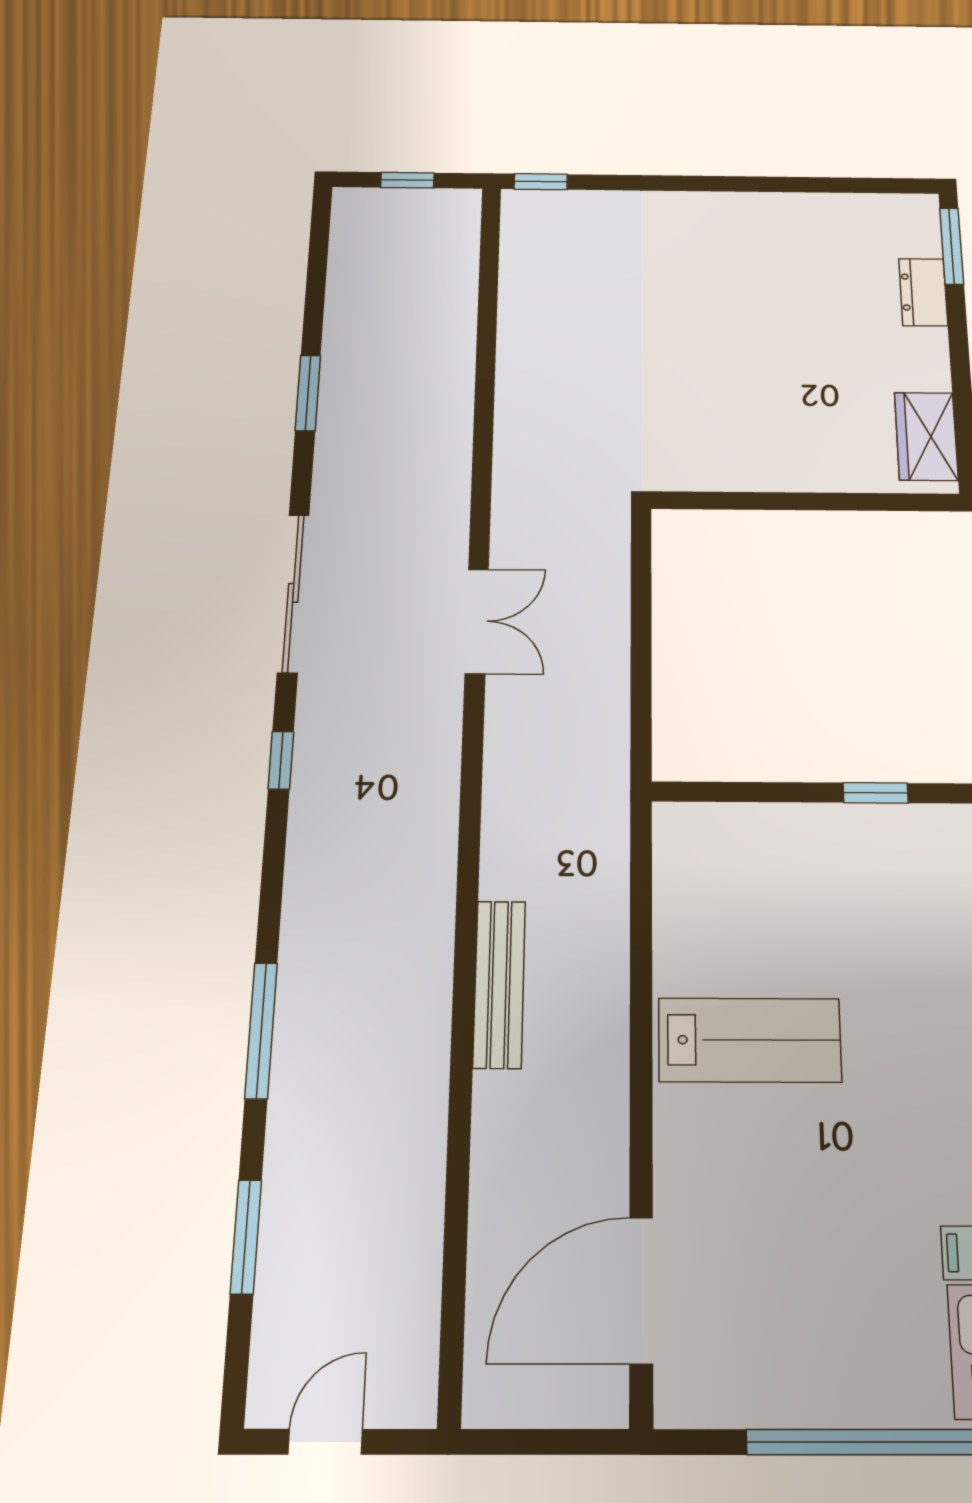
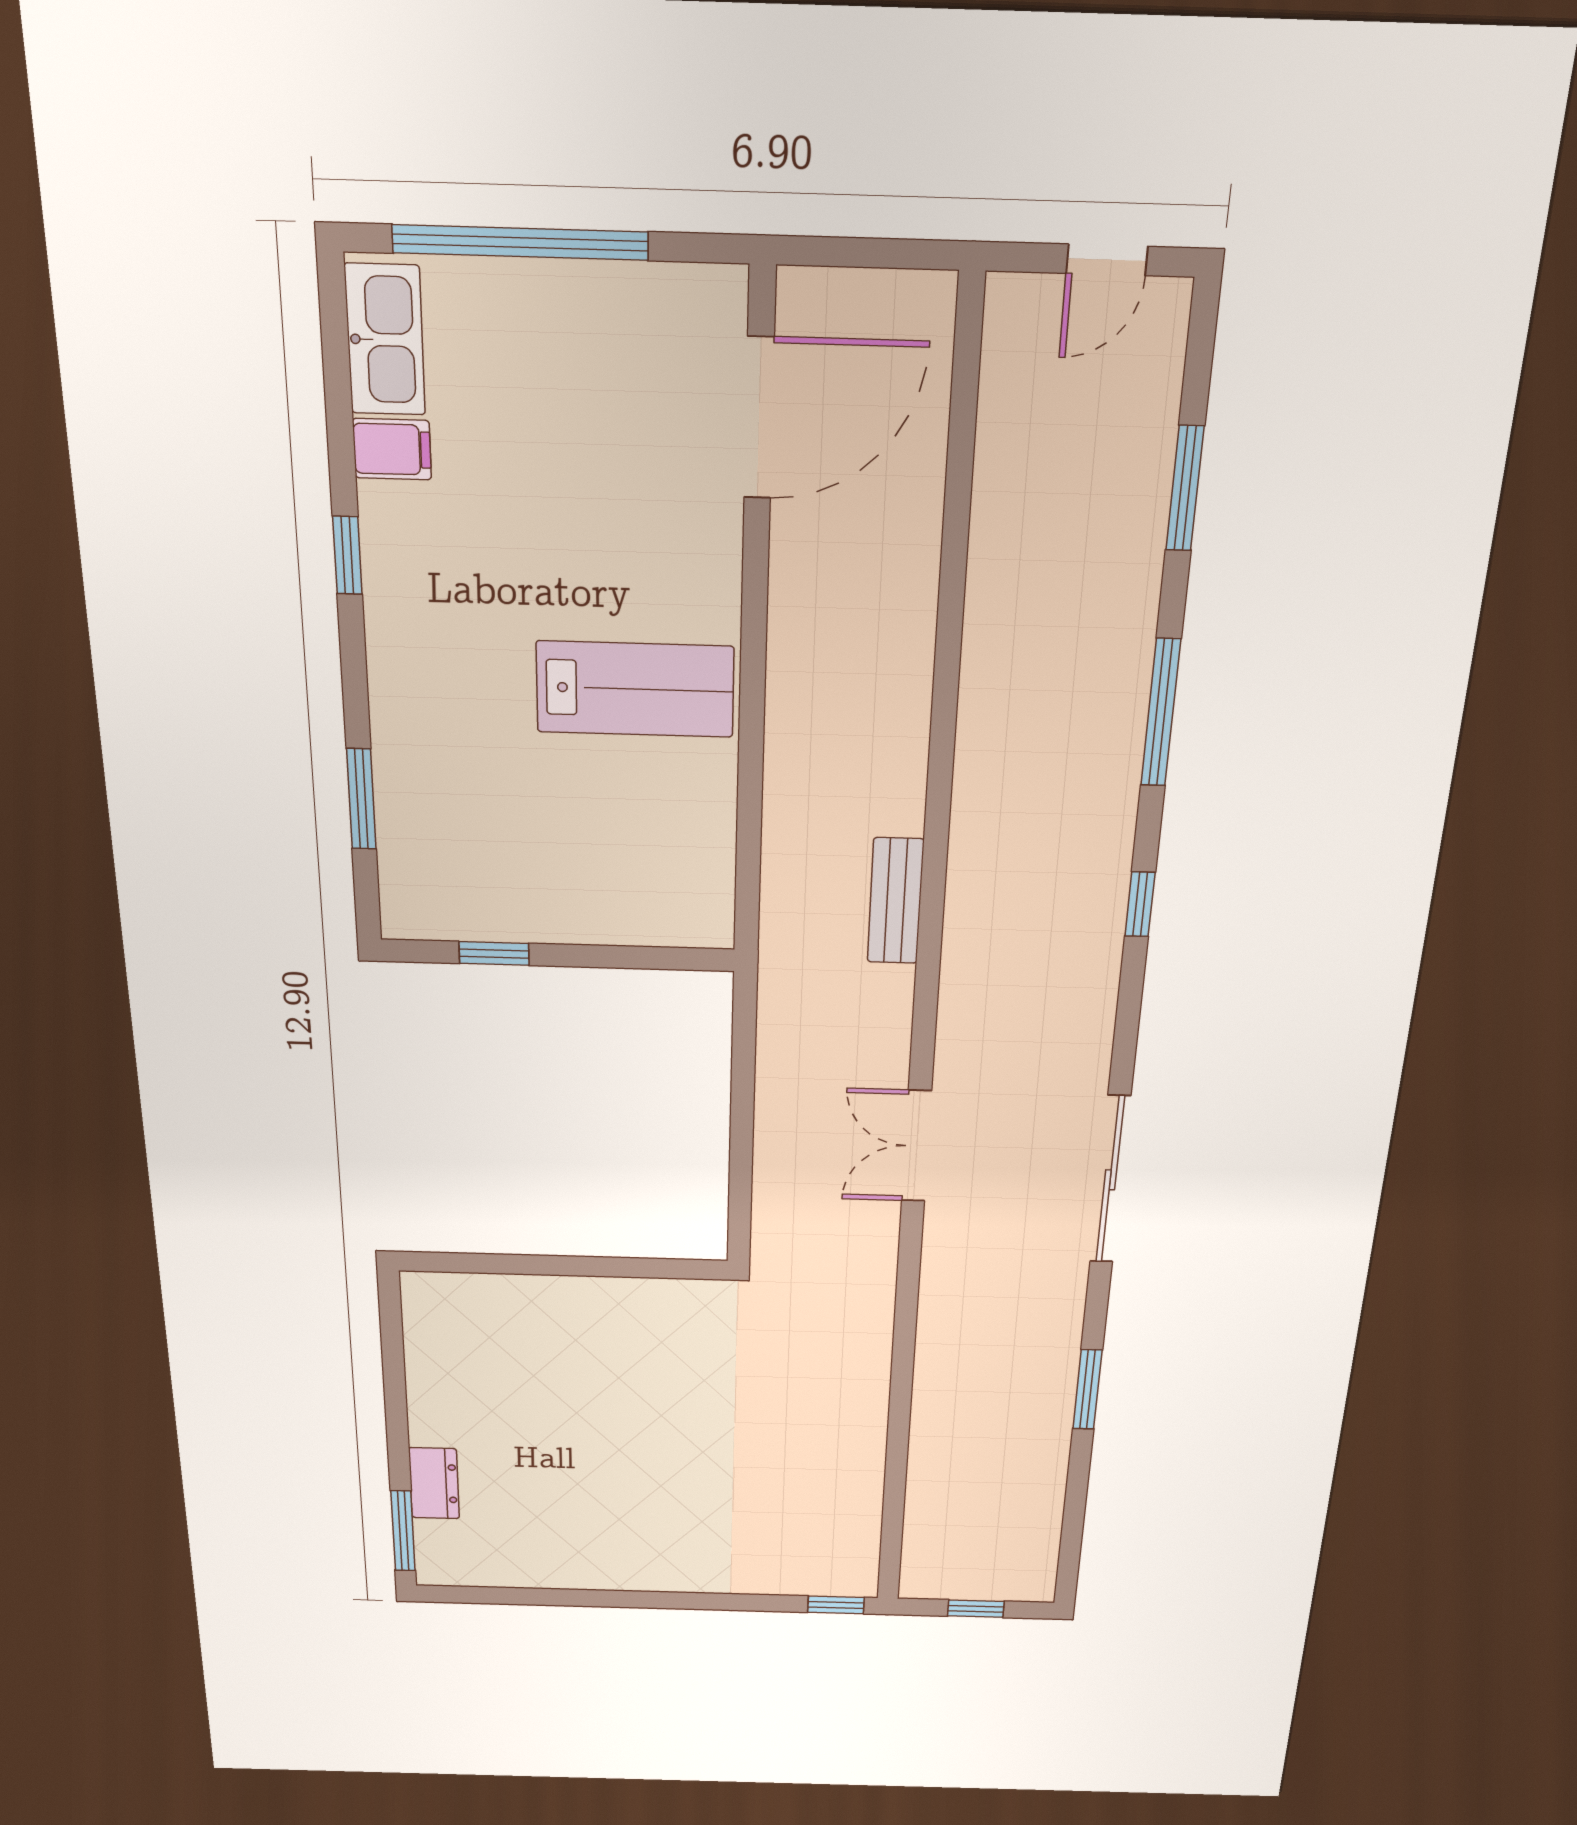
wardrobe: (926, 436) -> (433, 1332), removed
window: (281, 760) -> (1140, 904), moved
bench: (499, 984) -> (896, 901), moved, width x0.73
lab bench: (750, 1040) -> (635, 689), turned 180

